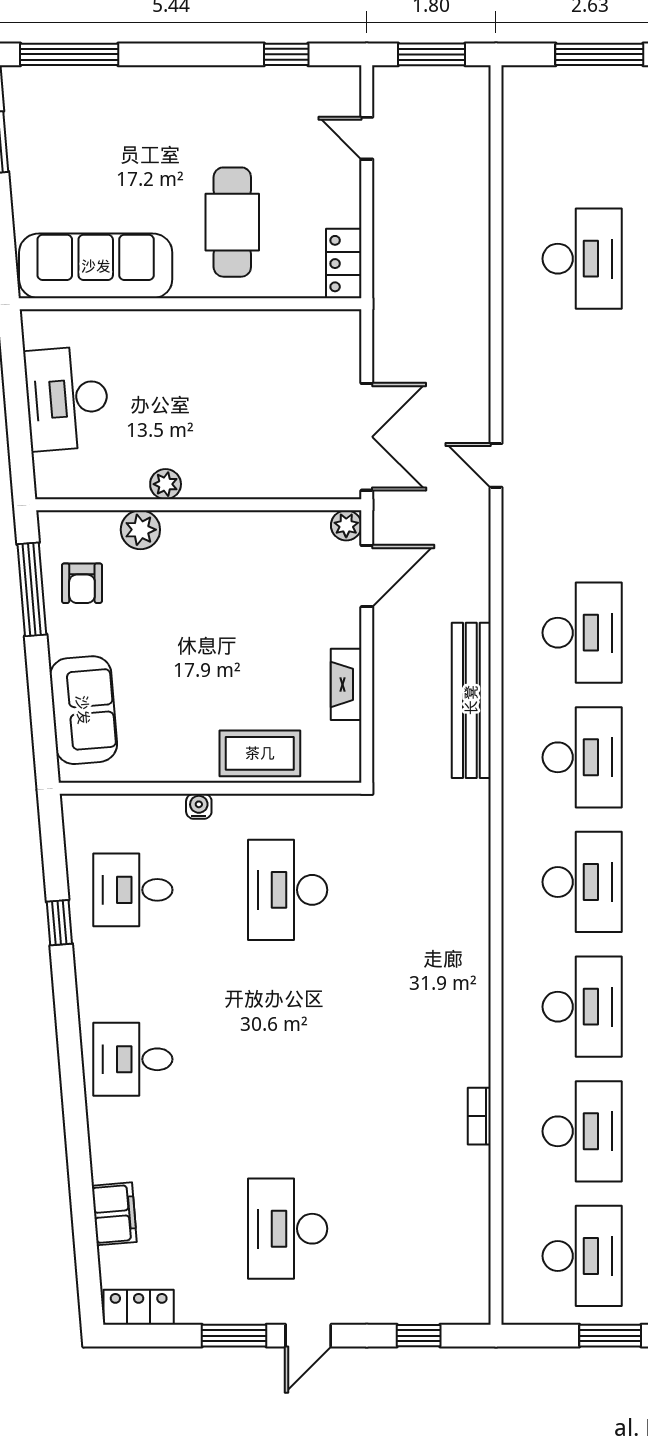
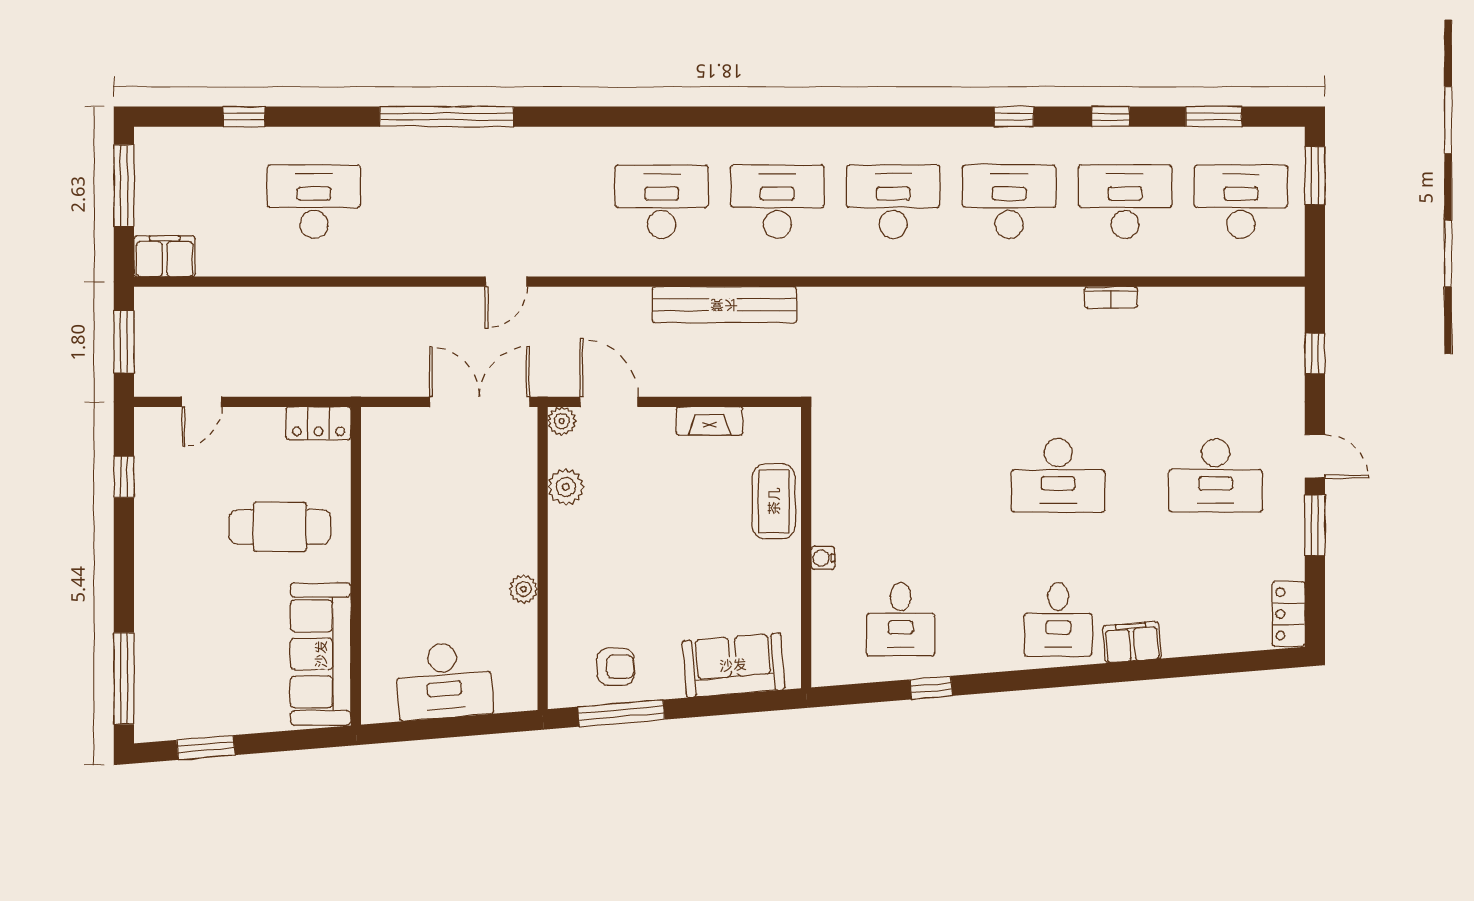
filing cabinet: (523, 98) -> (165, 256), added
plant: (140, 530) -> (566, 487), moved
desk: (288, 890) -> (1058, 475), moved
filing cabinet: (114, 1214) -> (1132, 642), moved

